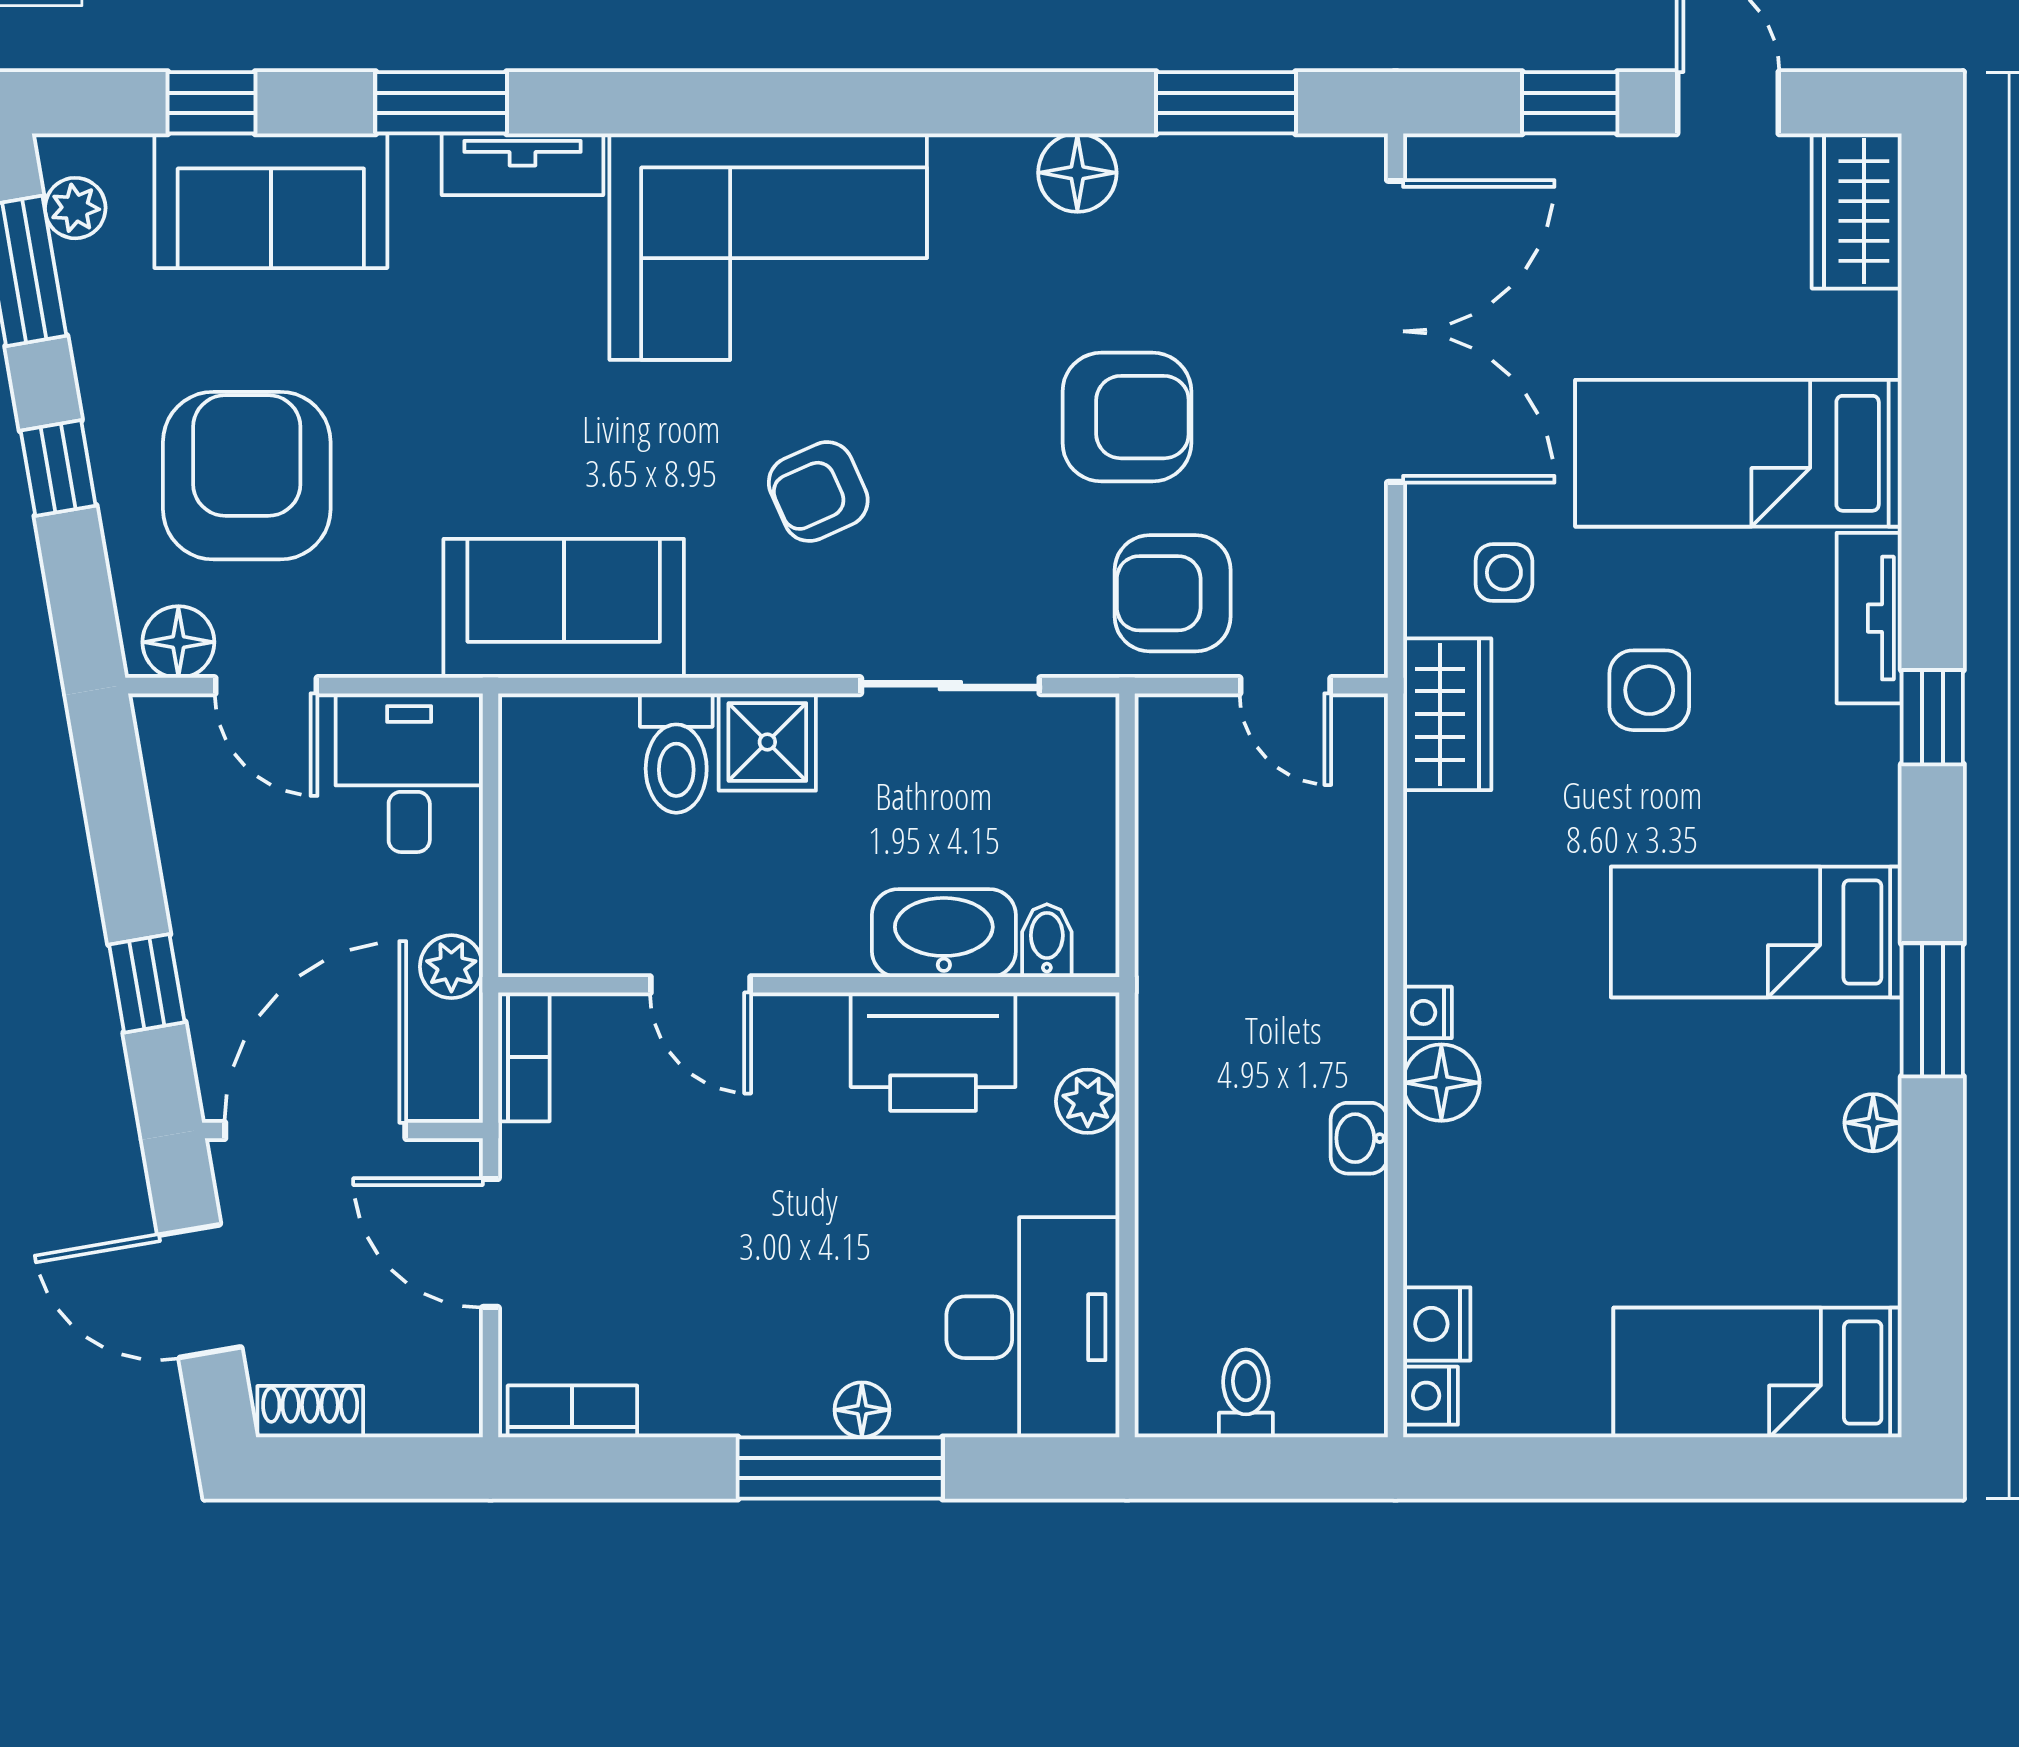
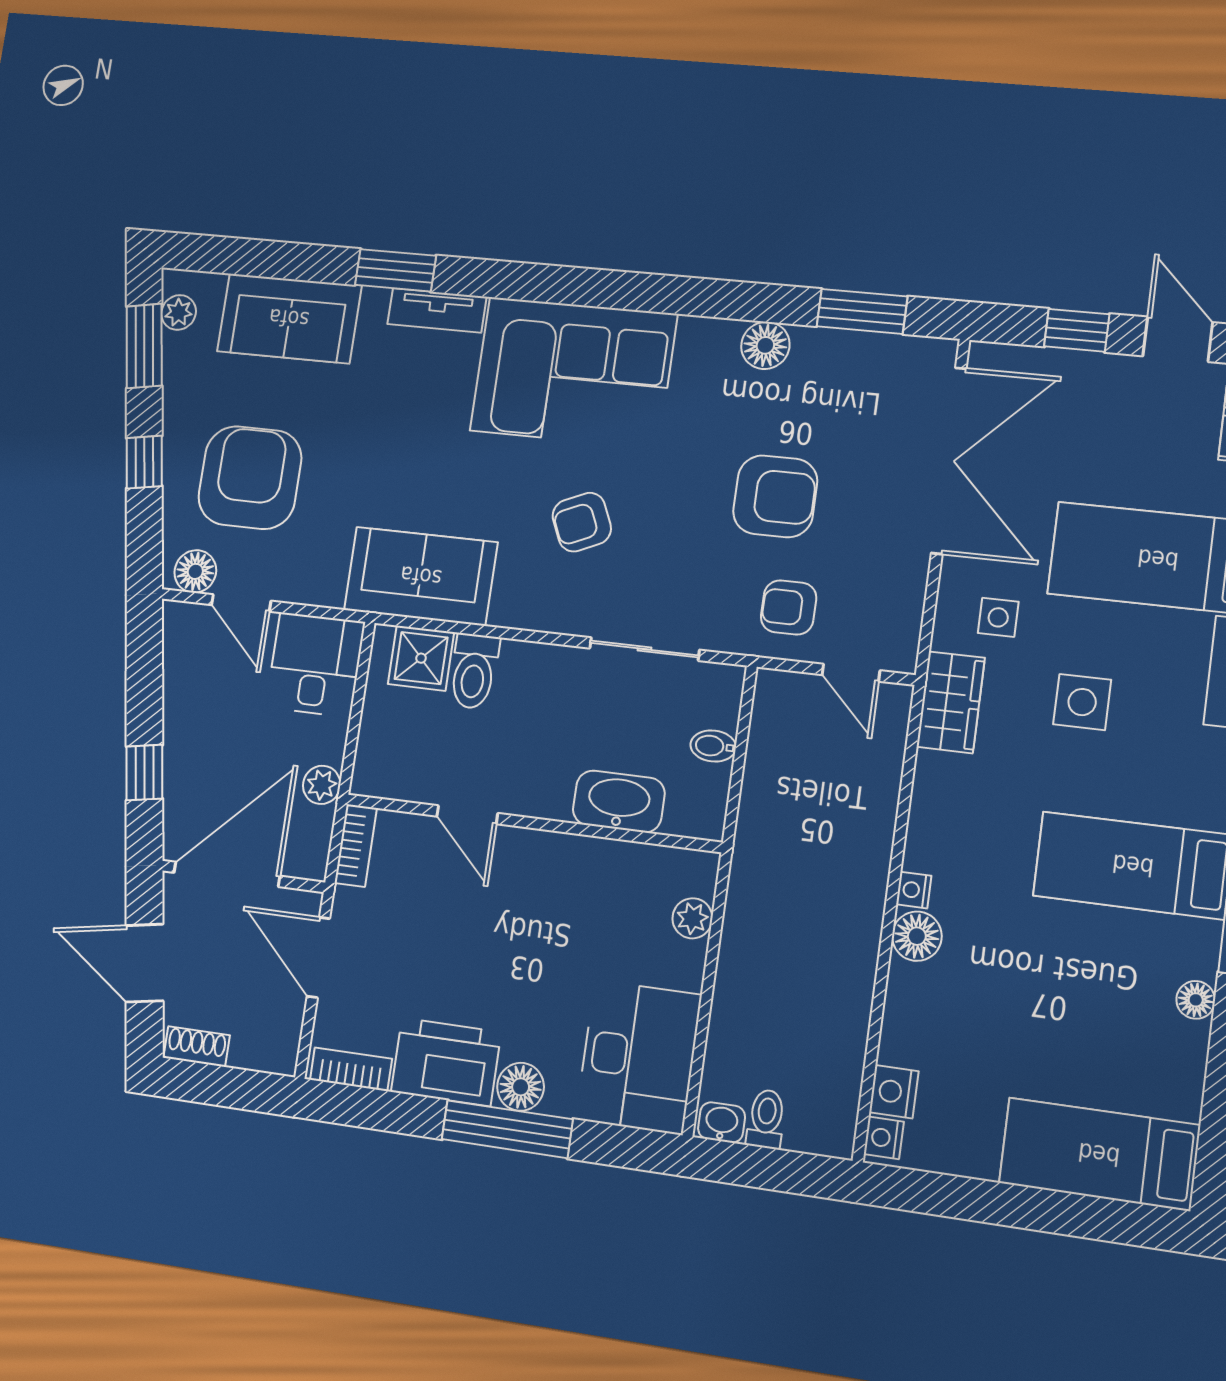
window: (211, 103) -> (265, 259), removed
armchair: (1173, 593) -> (789, 607), width x0.72, depth x0.72
shower: (767, 742) -> (421, 658), moved
bidet: (1047, 941) -> (713, 746), moved, turned -90
printer: (933, 1052) -> (446, 1062), moved, turned 180
washbasin: (1359, 1138) -> (722, 1122), moved, turned 90
floor lamp: (862, 1410) -> (521, 1087), width x1.37, depth x1.37

